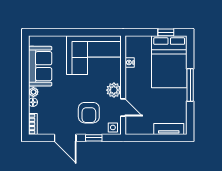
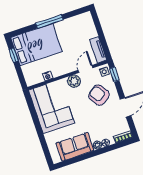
armchair: (89, 113) -> (99, 95), turned -125
tv unit: (169, 129) -> (98, 50), moved
window: (94, 138) -> (114, 74), moved

